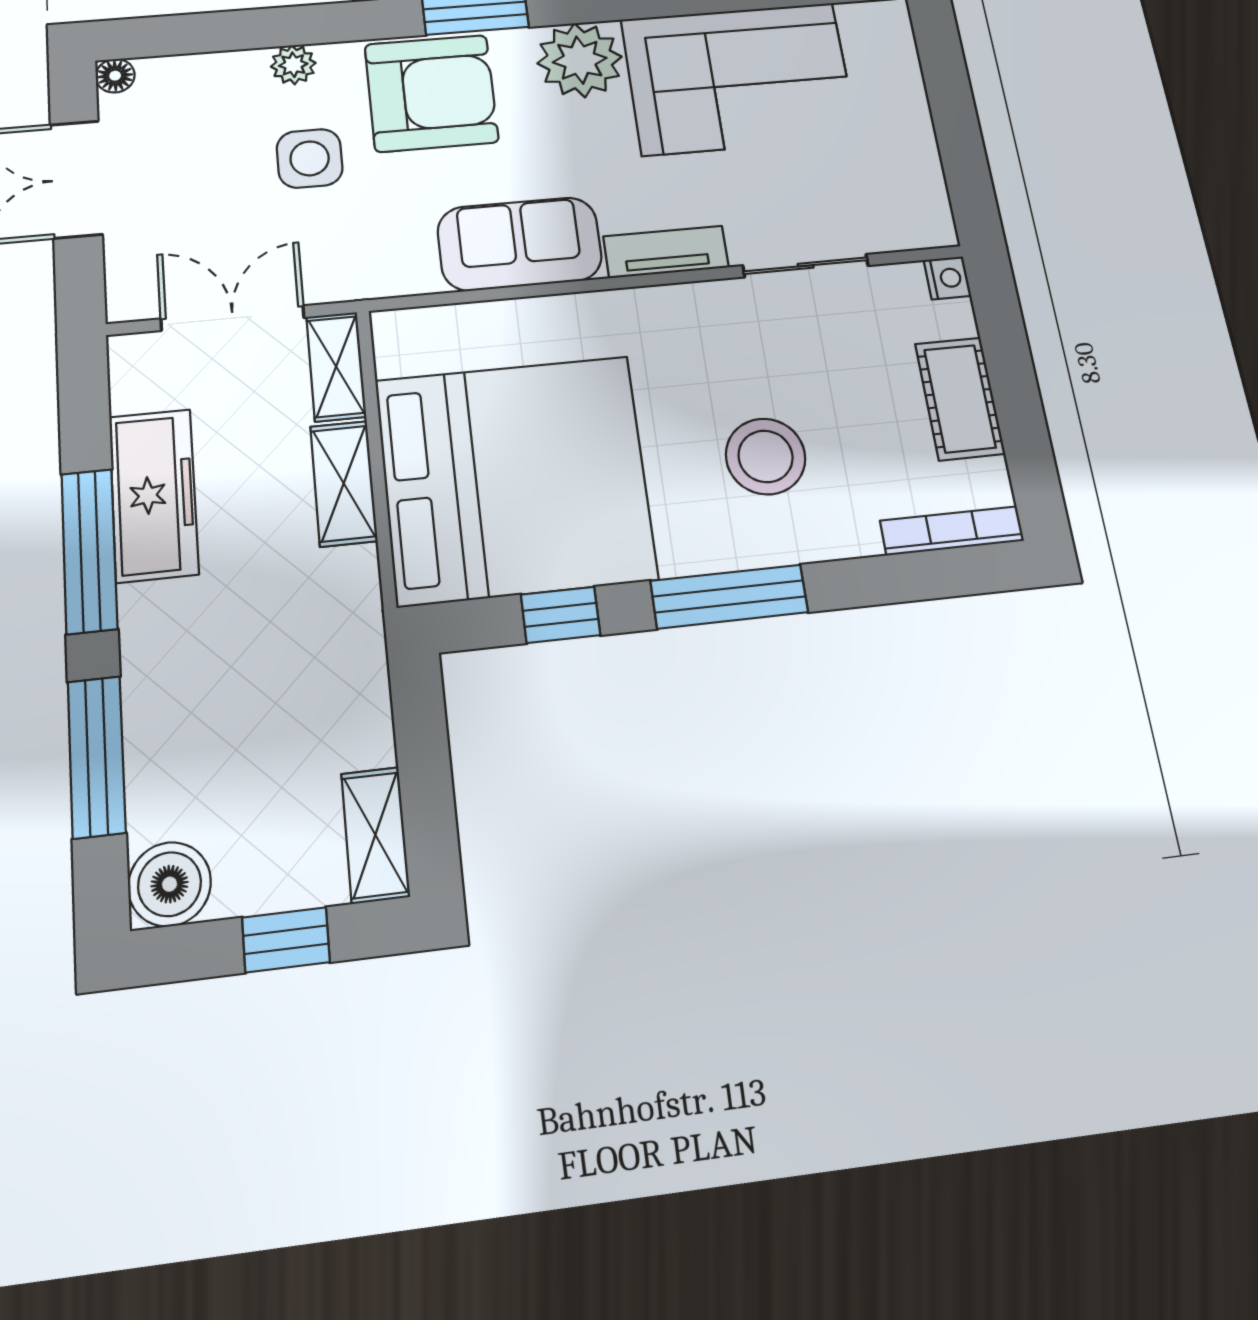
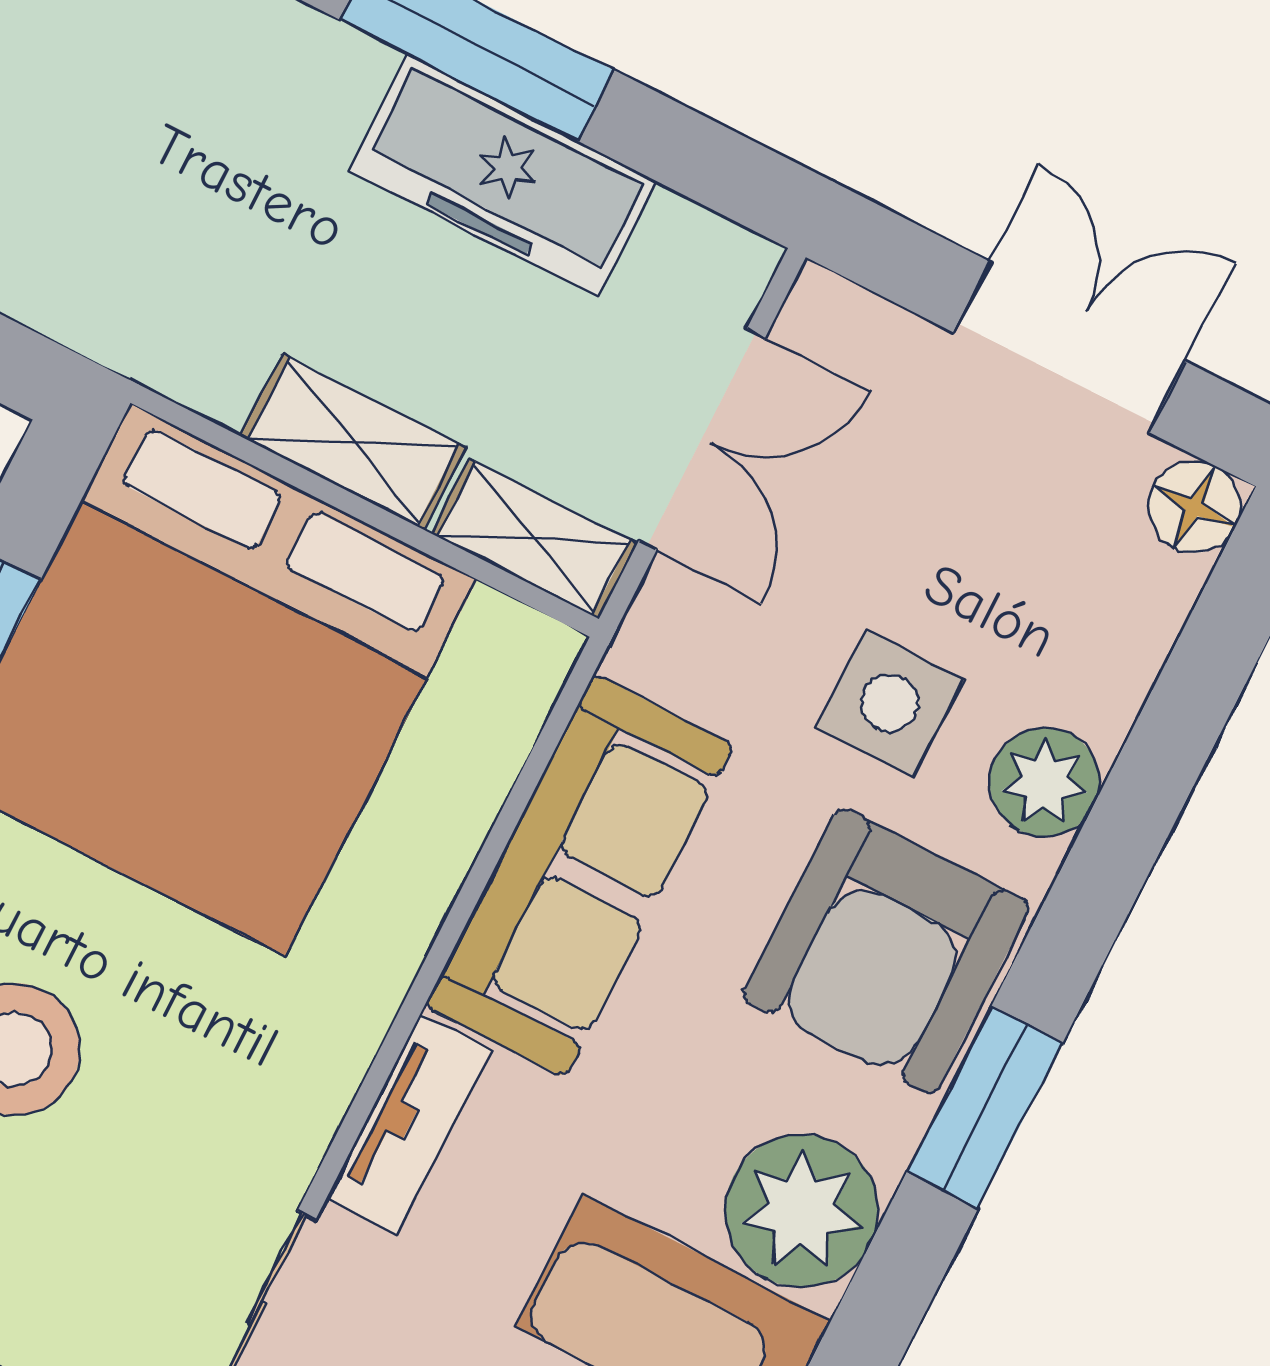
plant: (293, 65) -> (1045, 782), width x1.38, depth x1.38
floor lamp: (115, 76) -> (1194, 507), width x1.37, depth x1.37
sofa: (520, 244) -> (580, 876), width x1.36

